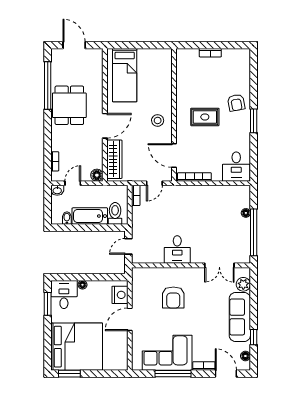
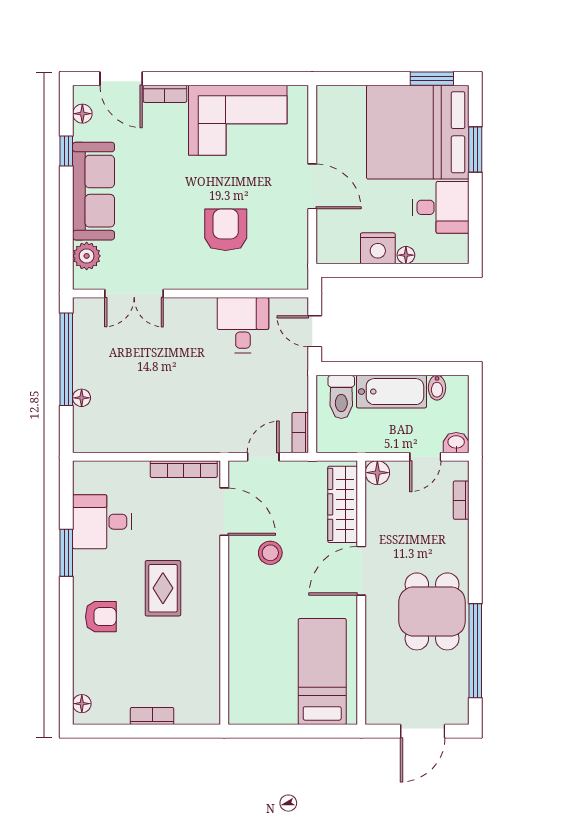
door: (74, 45) -> (423, 731), hinge flipped
floor lamp: (246, 59) -> (82, 704), added
armchair: (236, 103) -> (101, 617), turned 101
rug: (205, 117) -> (163, 588), turned 90
stool: (158, 120) -> (270, 553), moved
window: (254, 121) -> (66, 553), moved
desk: (236, 167) -> (102, 522), moved, turned -90
door: (128, 246) -> (315, 331), swing flipped
desk: (177, 249) -> (243, 325), moved
double door: (219, 265) -> (134, 294), swing flipped
desk: (64, 295) -> (441, 207), moved, turned -90
nightstand: (120, 295) -> (378, 248), moved, turned -90
window: (48, 304) -> (475, 150), moved
door: (130, 319) -> (312, 186), hinge flipped
window: (173, 374) -> (226, 79), removed

